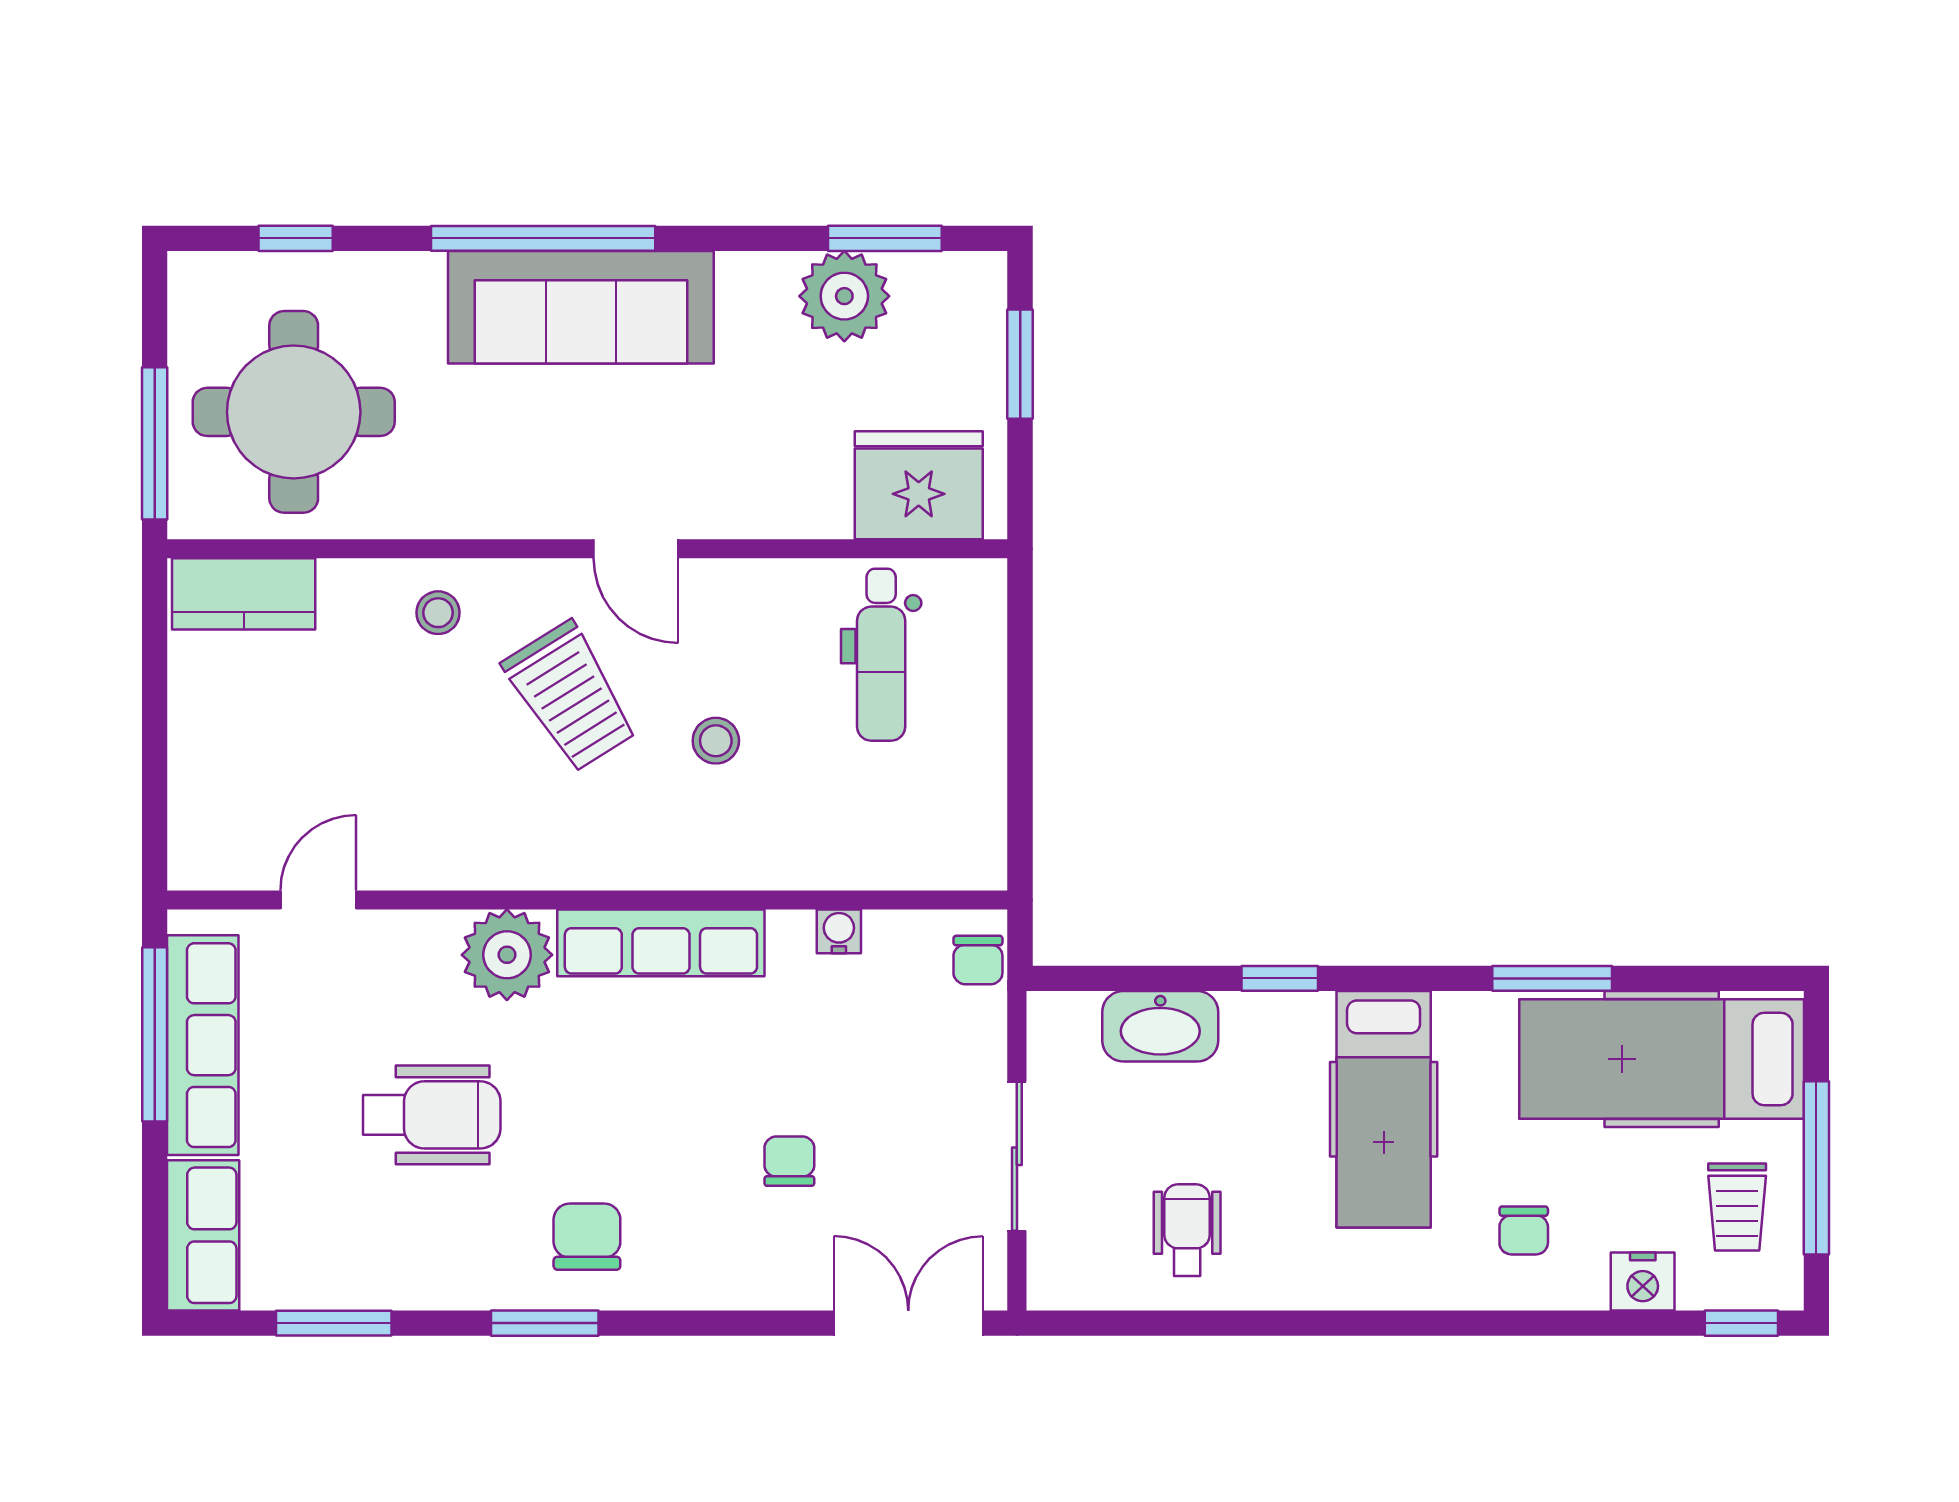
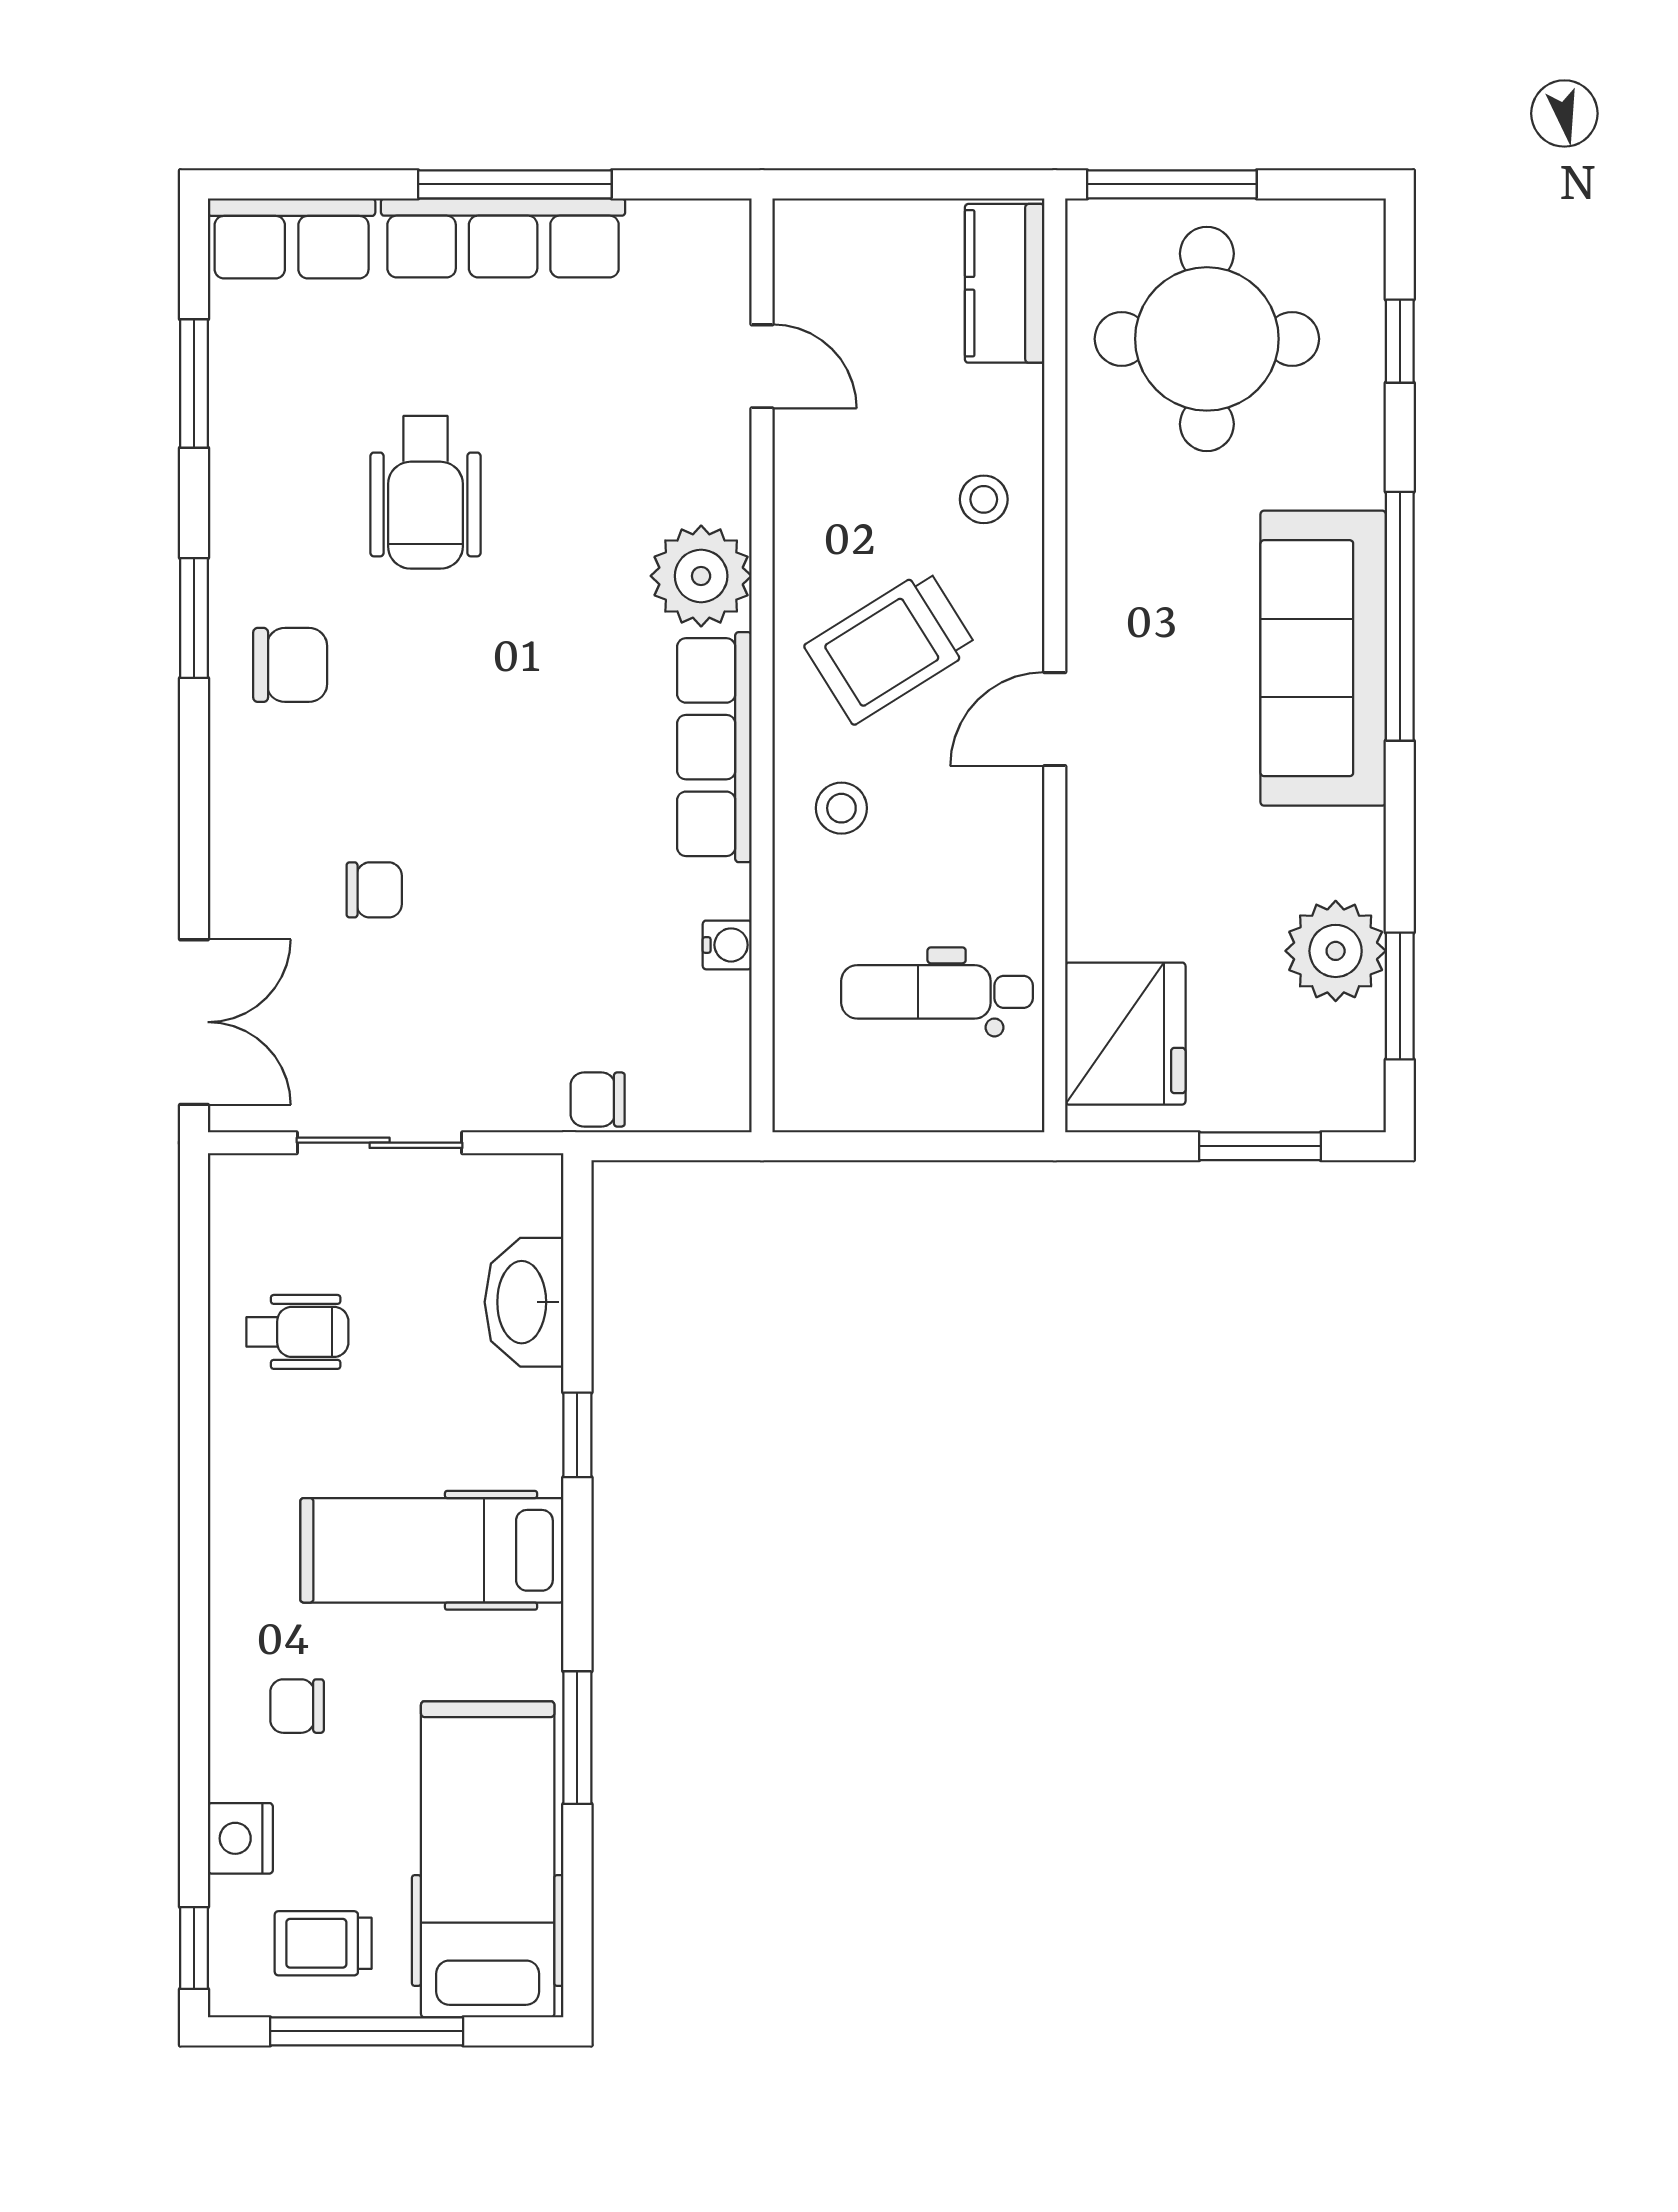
door: (318, 900) -> (762, 366), moved
wall: (587, 900) -> (762, 665), moved
water cooler: (839, 931) -> (727, 945), moved
row of seats: (661, 943) -> (714, 747), moved
plant: (507, 955) -> (701, 576), moved

